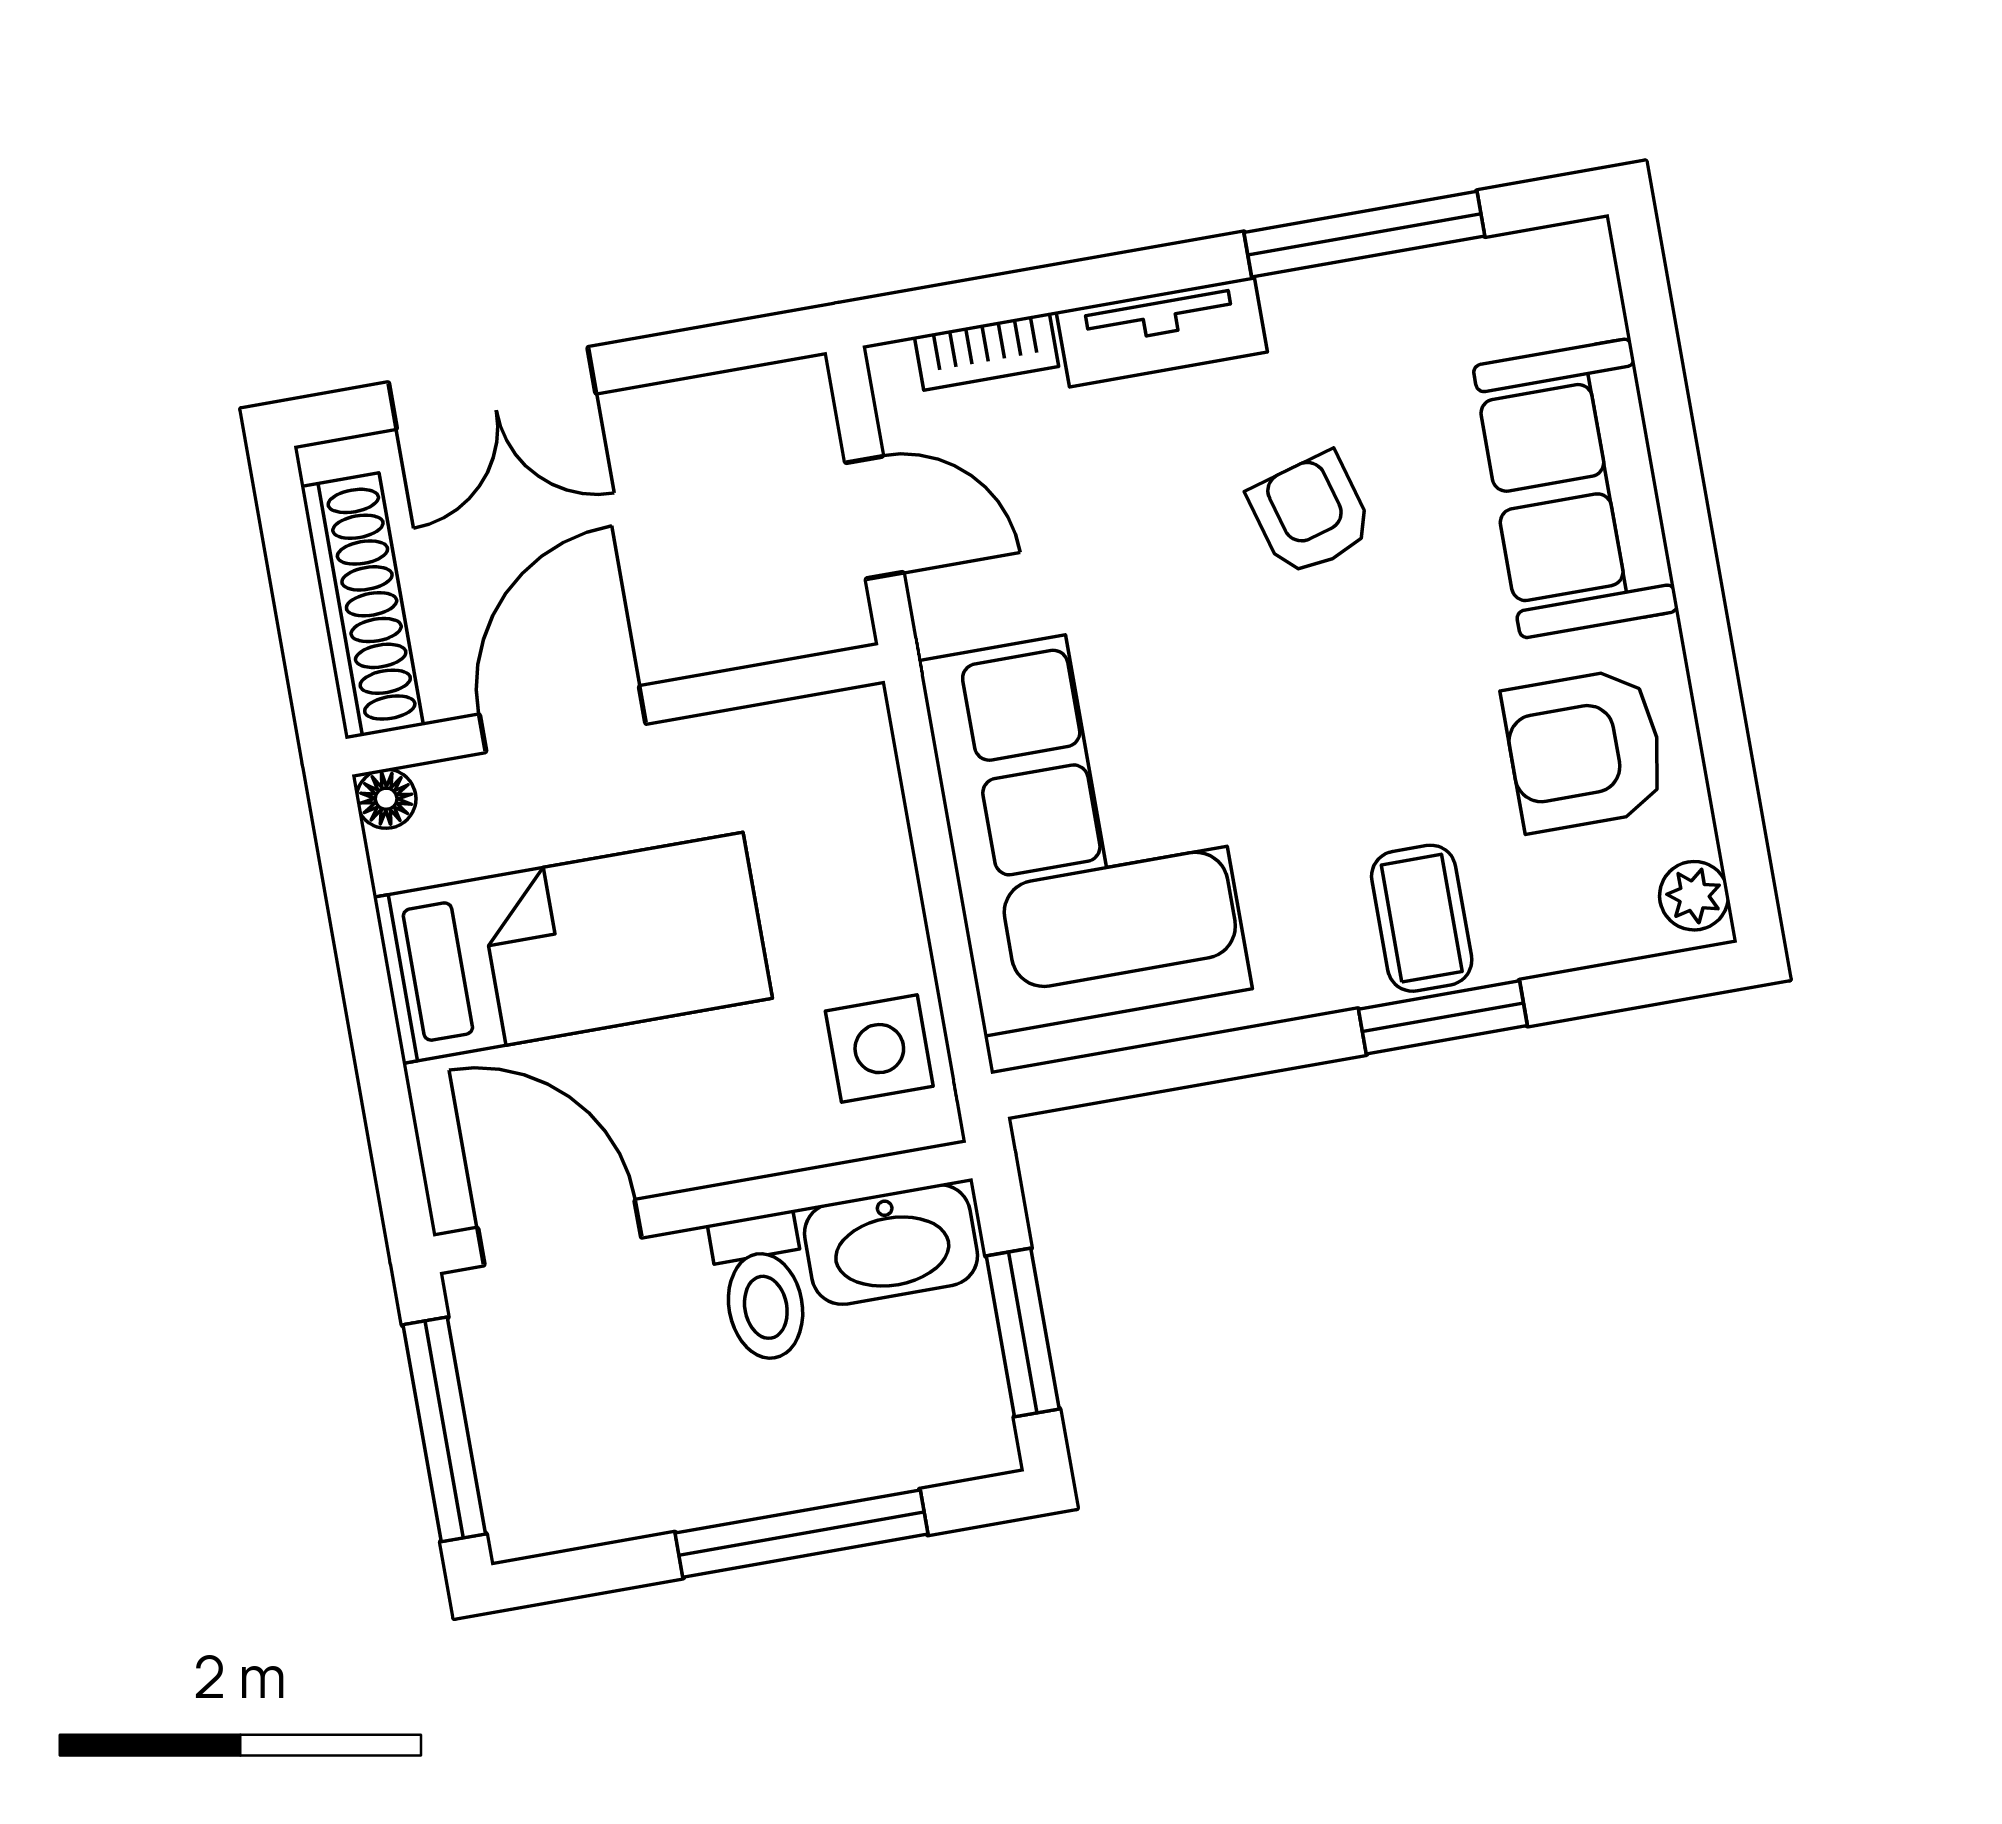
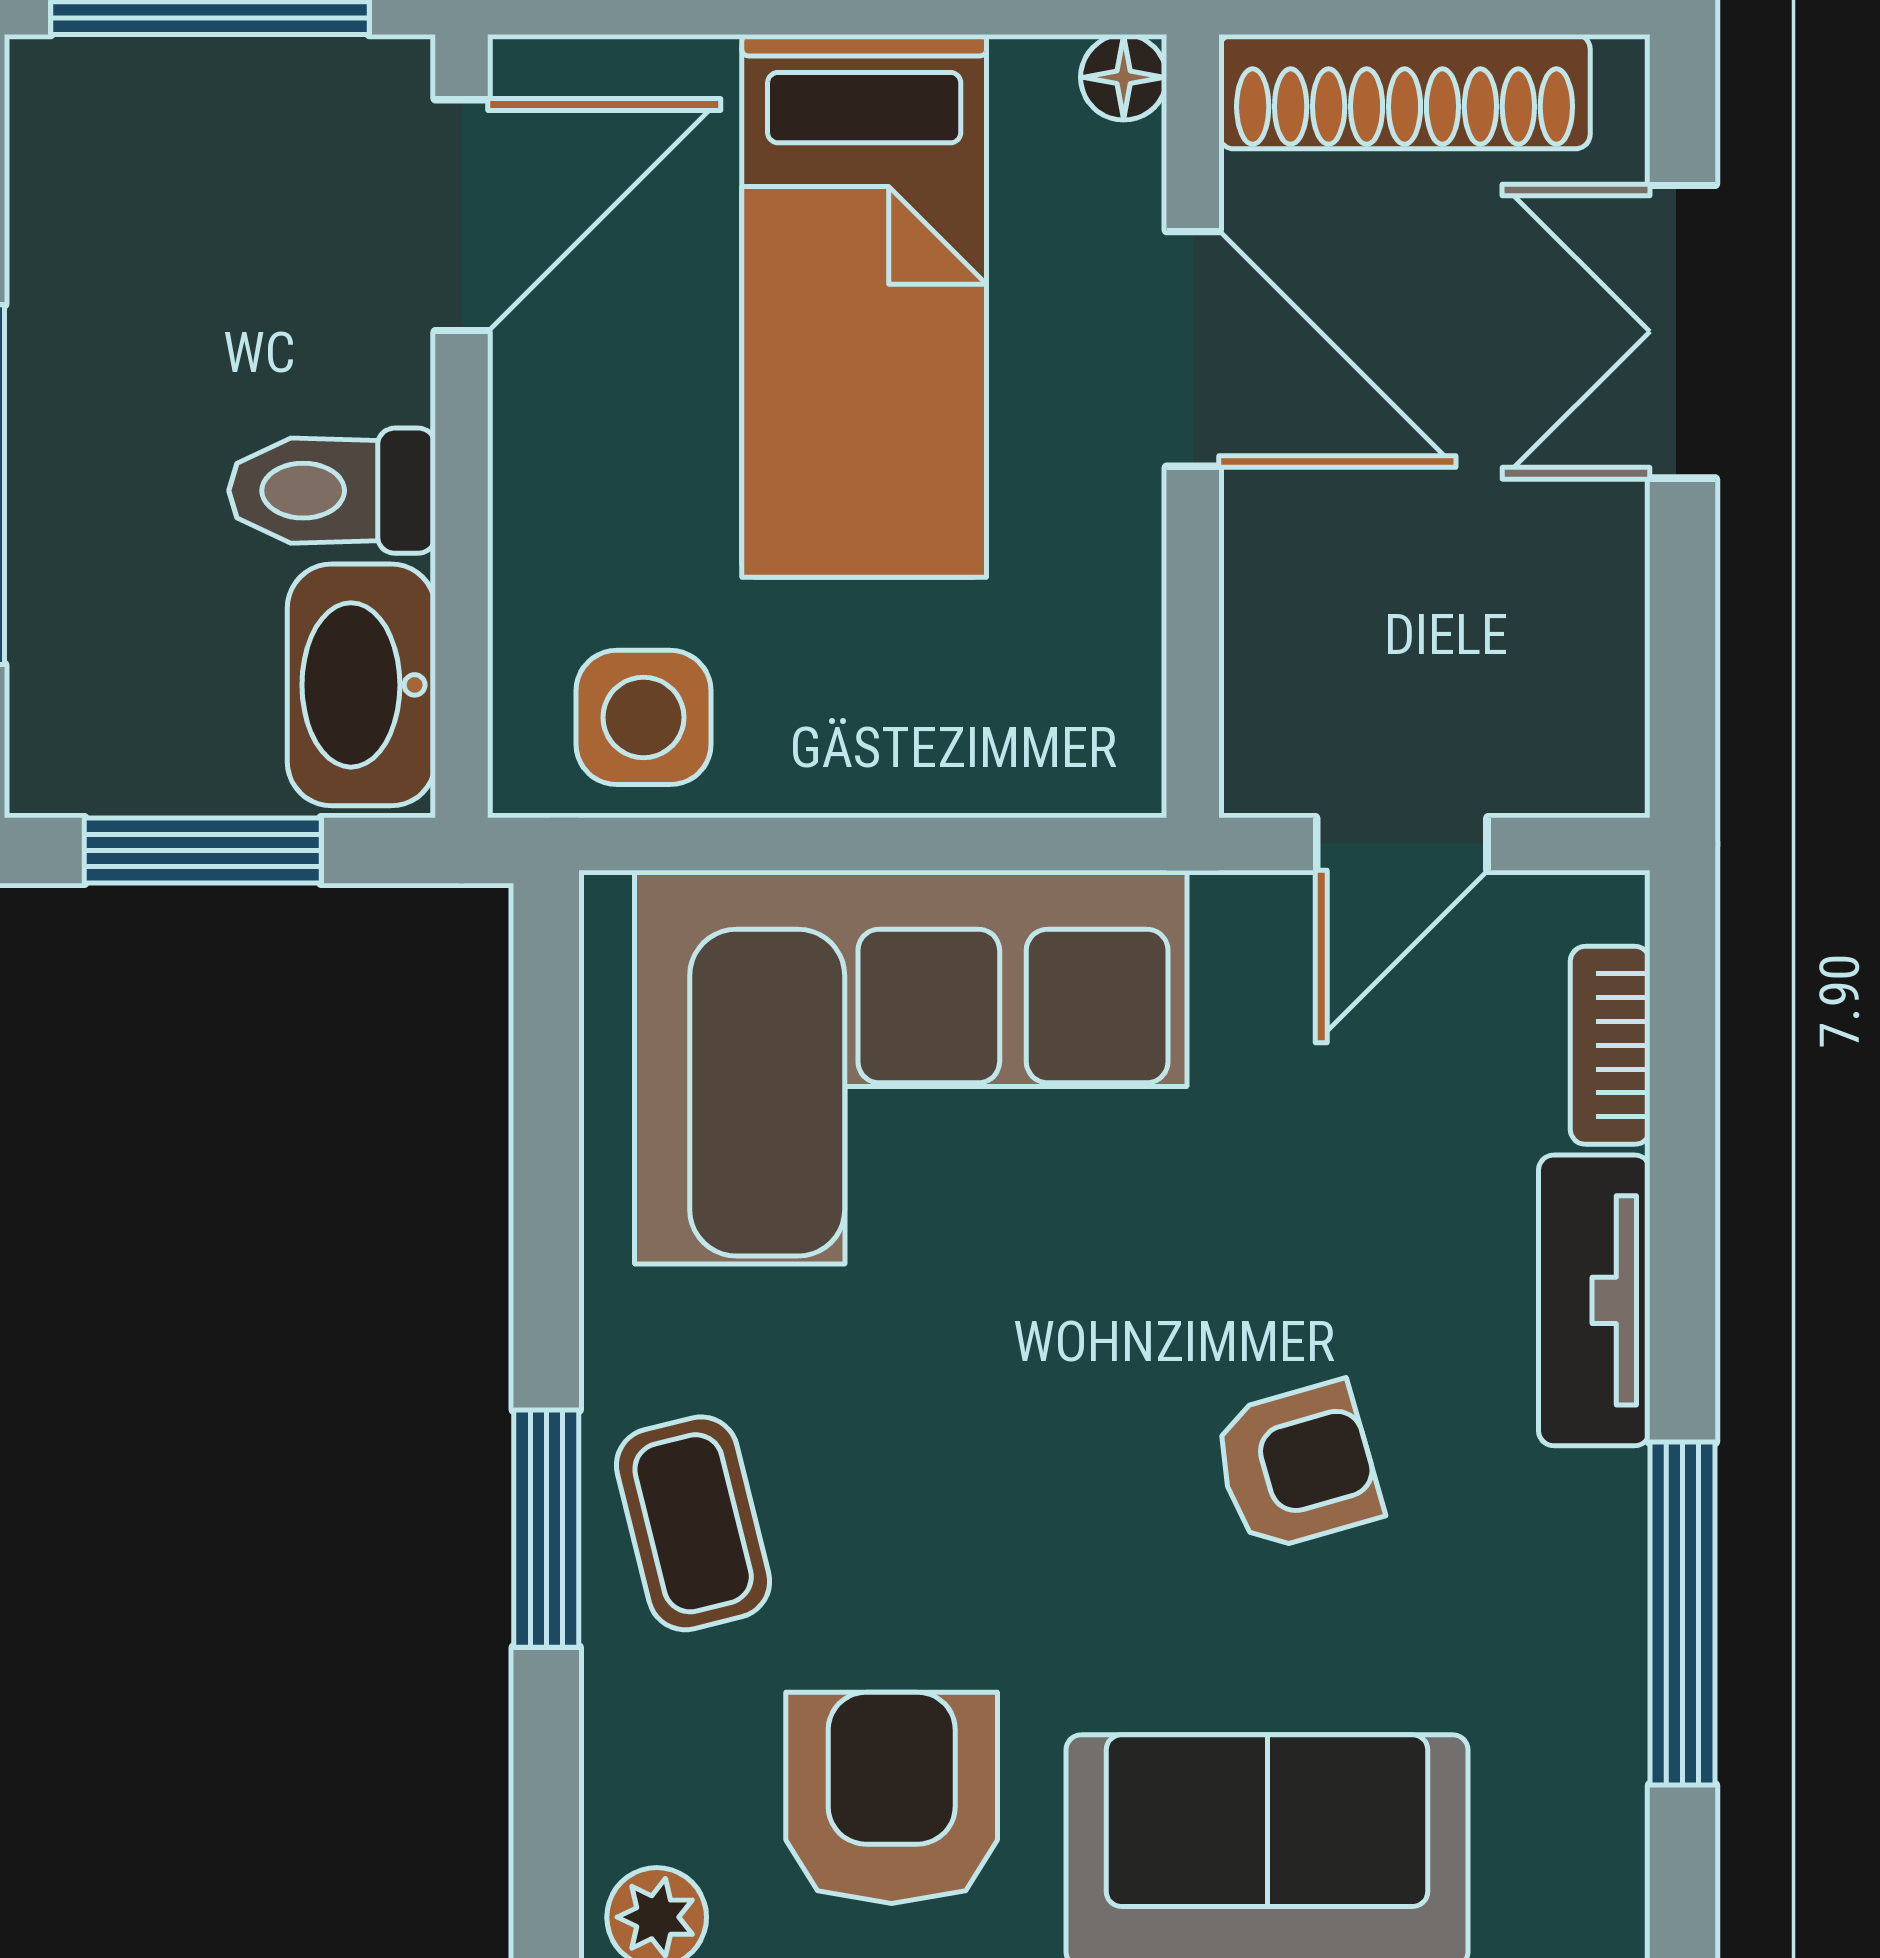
coffee table: (1422, 918) -> (693, 1523), turned 76

